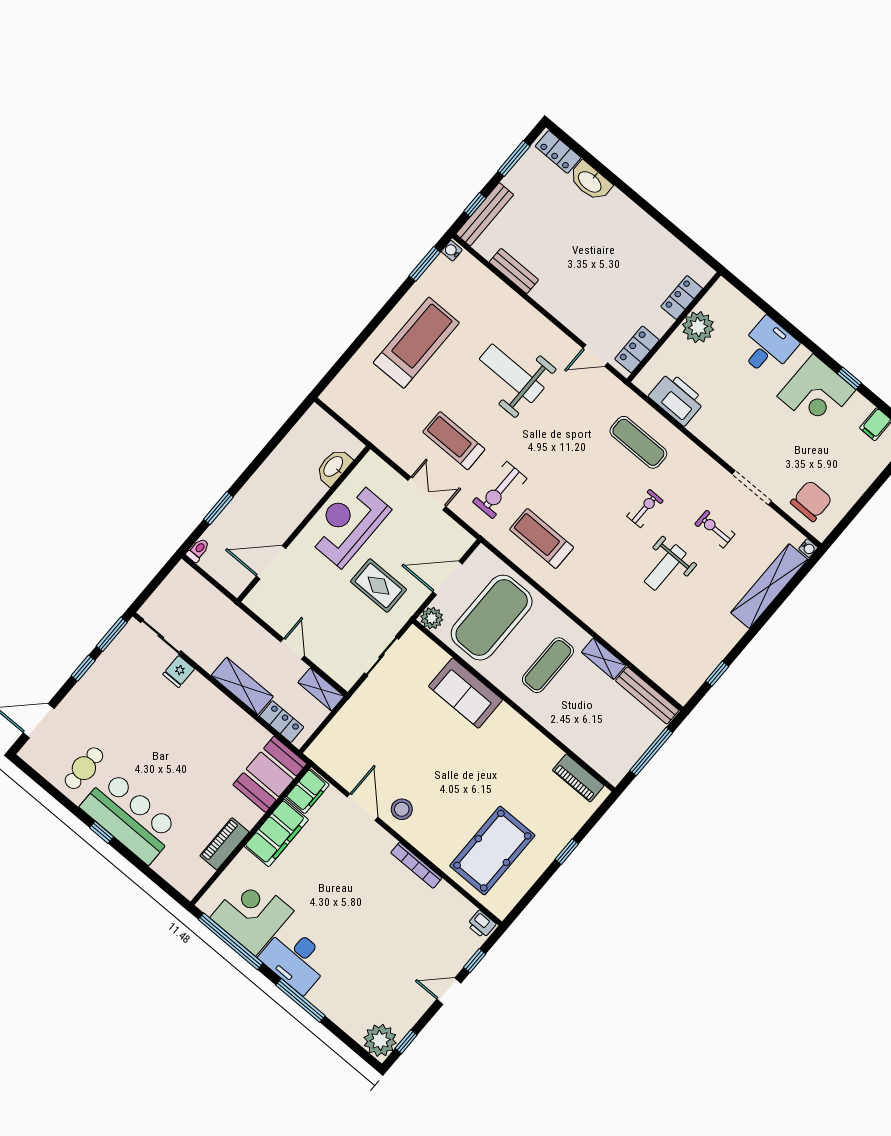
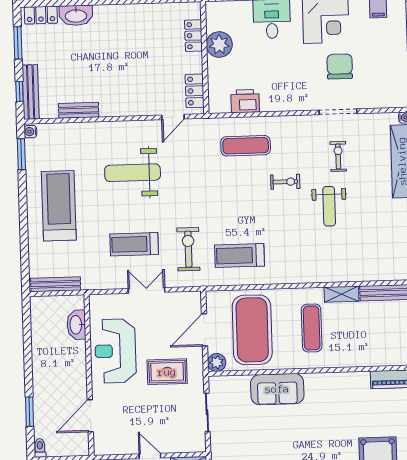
printer: (677, 399) -> (245, 101), width x0.73, depth x0.84
bench: (348, 412) -> (56, 284), added
exercise bike: (500, 490) -> (188, 249), turned 180
chair: (811, 501) -> (340, 66), moved
exercise bike: (645, 508) -> (285, 182), turned 90
exercise bike: (715, 529) -> (338, 156), turned 90

